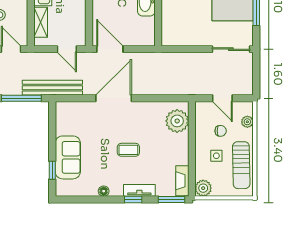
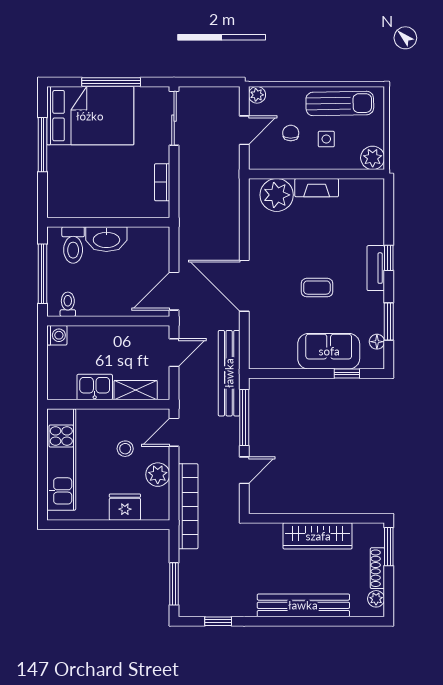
bookcase: (186, 41) -> (162, 182), added
plant: (247, 122) -> (257, 95), moved
coffee table: (128, 150) -> (317, 288), moved, turned 90
fireplace: (182, 181) -> (317, 188), moved
tv unit: (139, 190) -> (376, 268), moved
floor lamp: (104, 191) -> (377, 342), moved
window: (172, 199) -> (389, 322), moved

